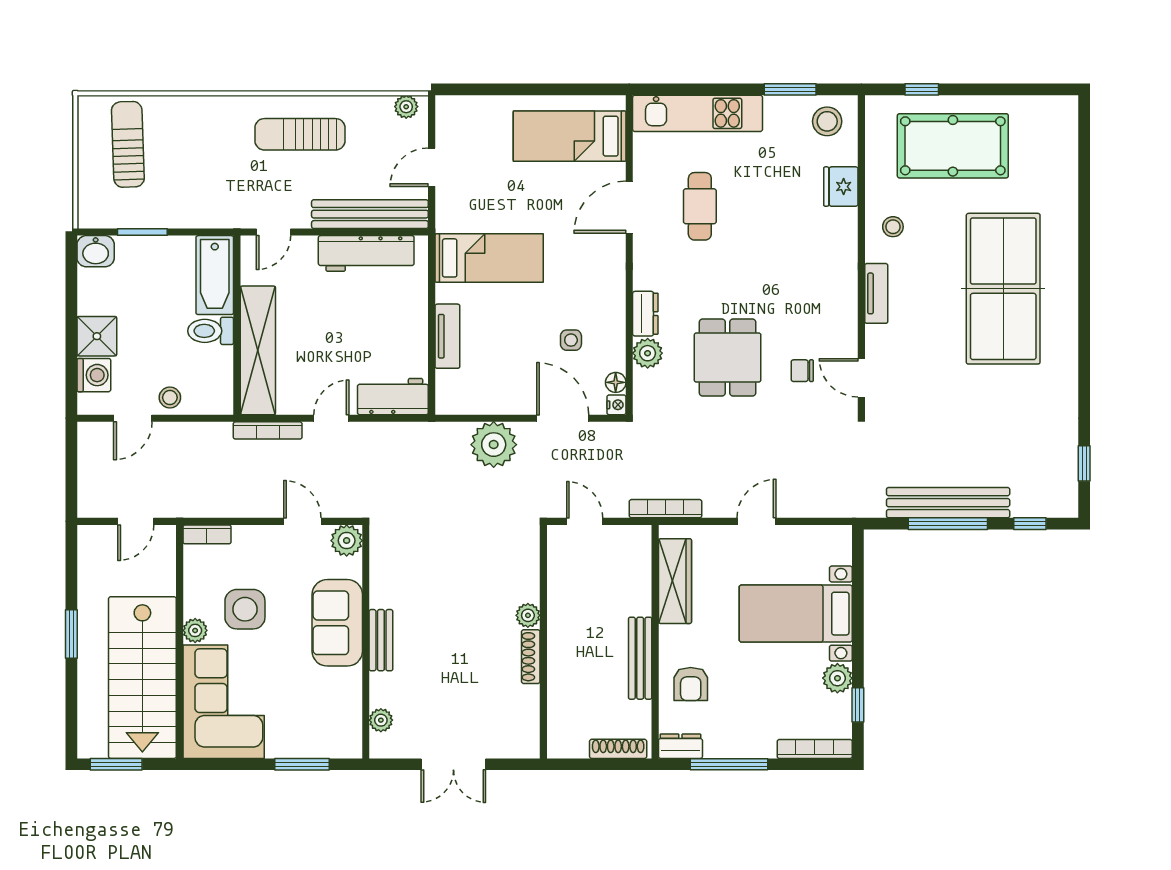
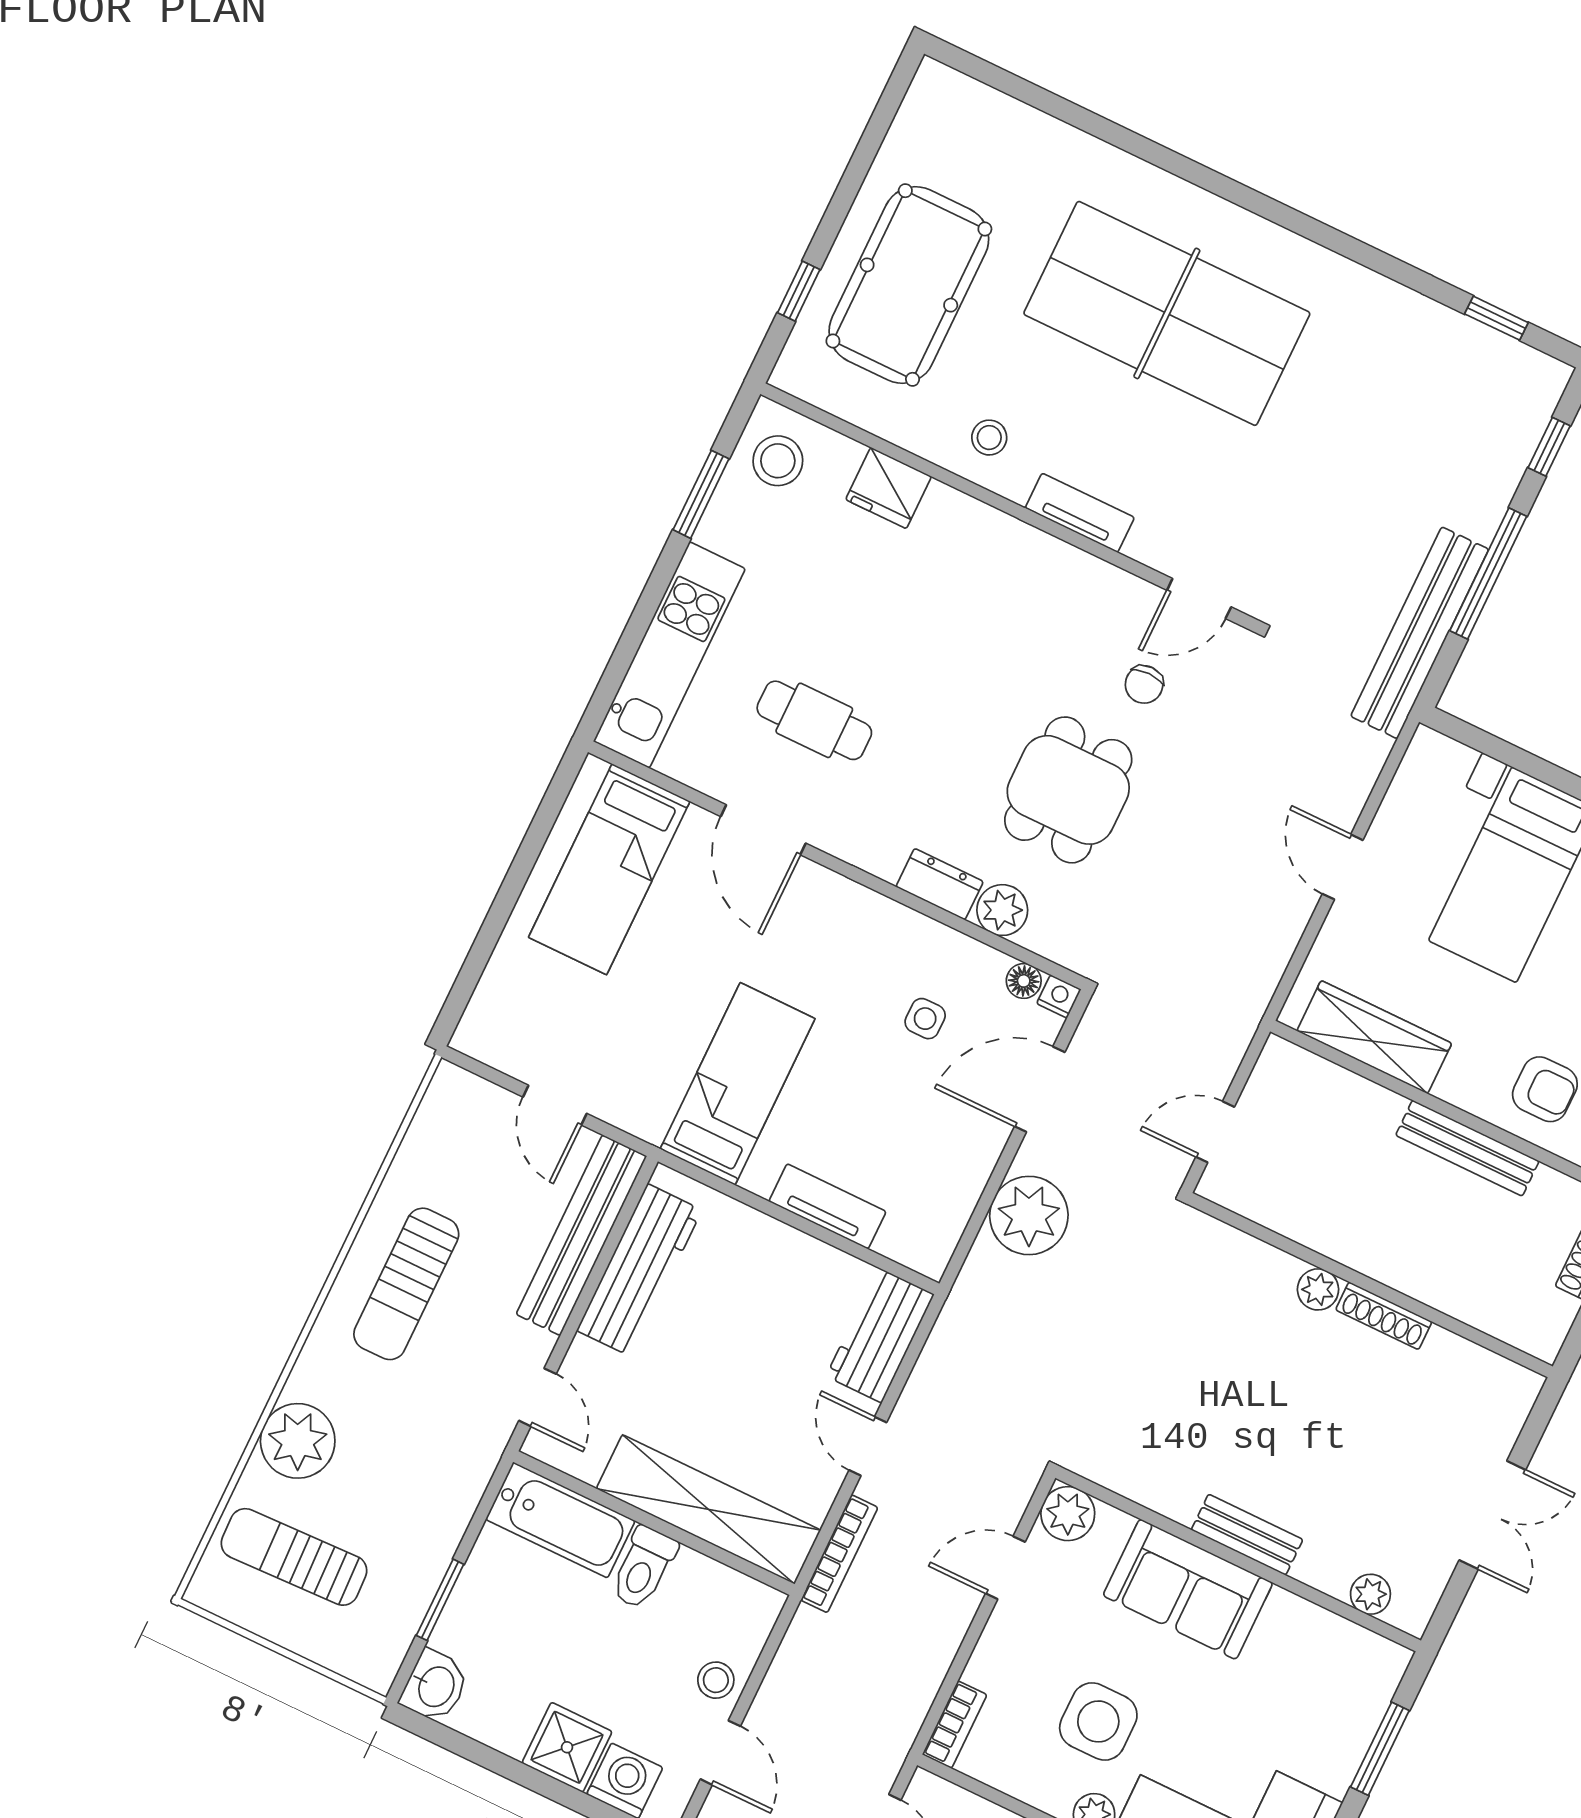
plant: (406, 107) -> (298, 1441), moved, width x1.87, depth x1.87
dining table: (728, 357) -> (1068, 790), turned 90
bench: (948, 503) -> (1420, 633), moved
bookcase: (666, 509) -> (1255, 998), removed

